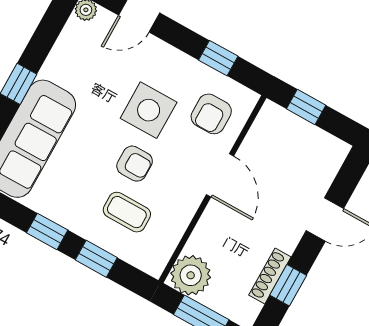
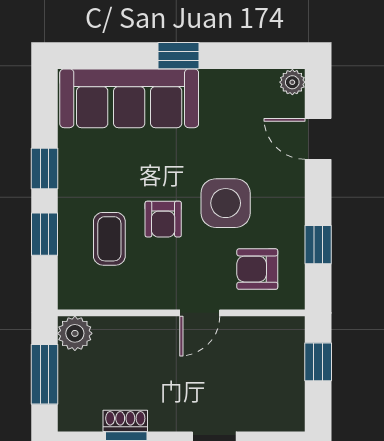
door: (220, 175) -> (200, 313), width x0.73
plant: (191, 275) -> (75, 333), width x0.73, depth x0.73
shoe rack: (270, 276) -> (125, 421), width x0.70

